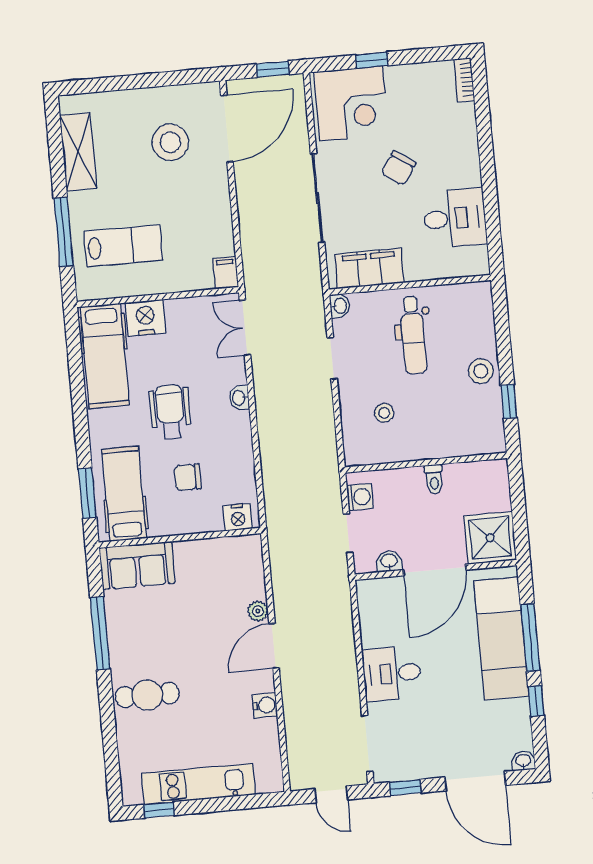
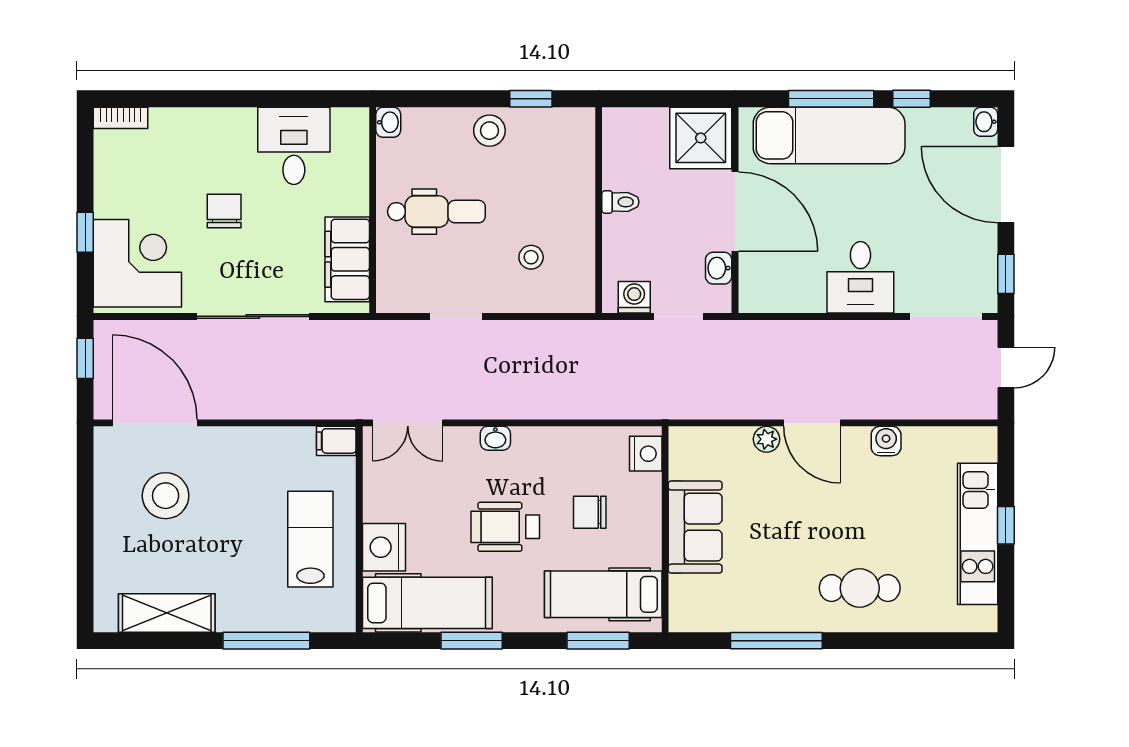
chair: (399, 168) -> (224, 211), turned -124
lab bench: (123, 246) -> (310, 539), moved
washbasin: (340, 306) -> (388, 122), moved, turned 90
window: (78, 394) -> (472, 641), added
chair: (188, 477) -> (590, 512), turned 90
sofa: (137, 565) -> (695, 527), moved
cafe table: (147, 695) -> (860, 588), turned 90
door: (475, 781) -> (1006, 185), swing flipped
window: (159, 810) -> (1006, 525), moved

